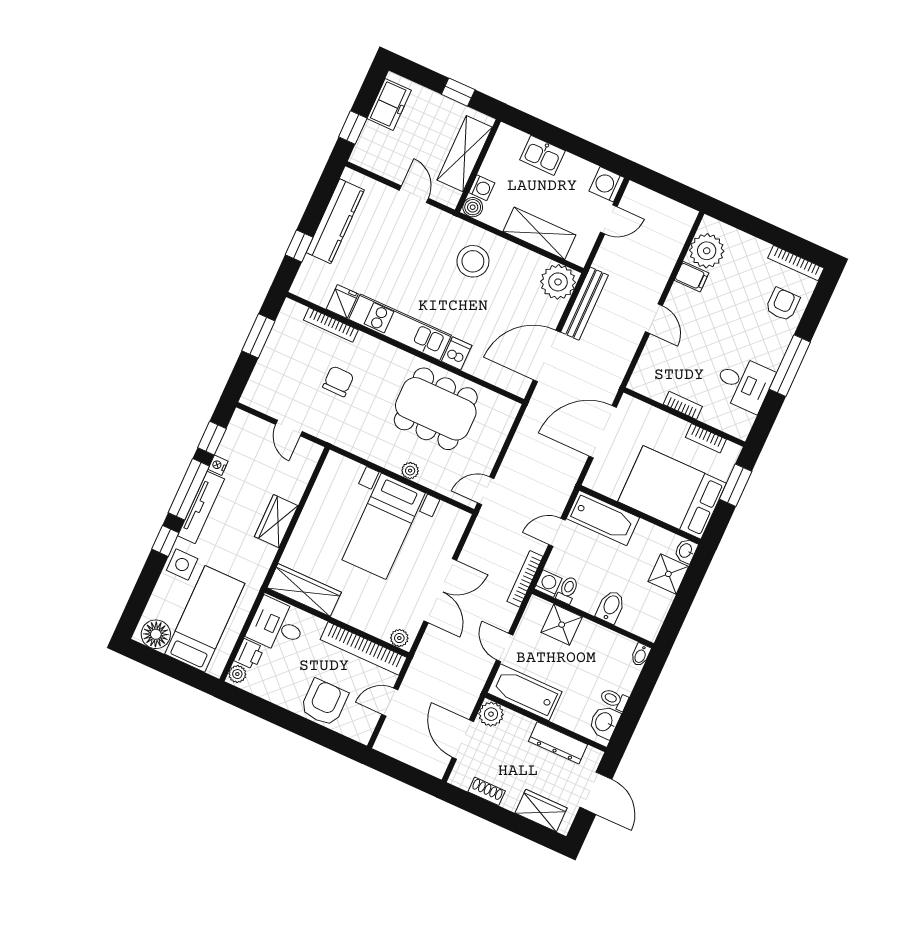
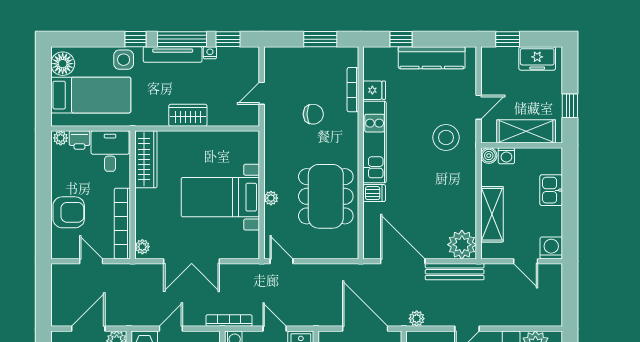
stool: (473, 261) -> (446, 137), moved
plant: (617, 369) -> (417, 319), added

